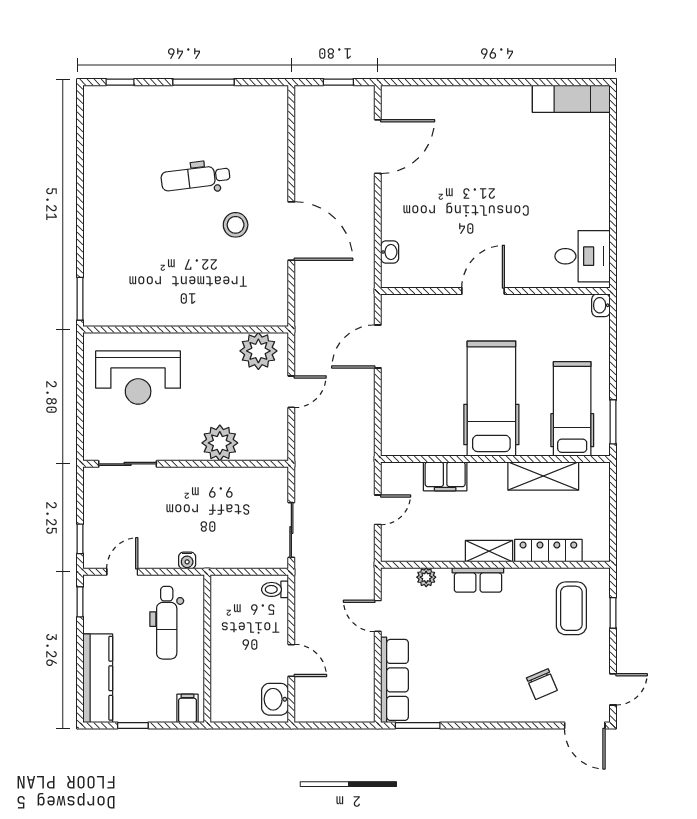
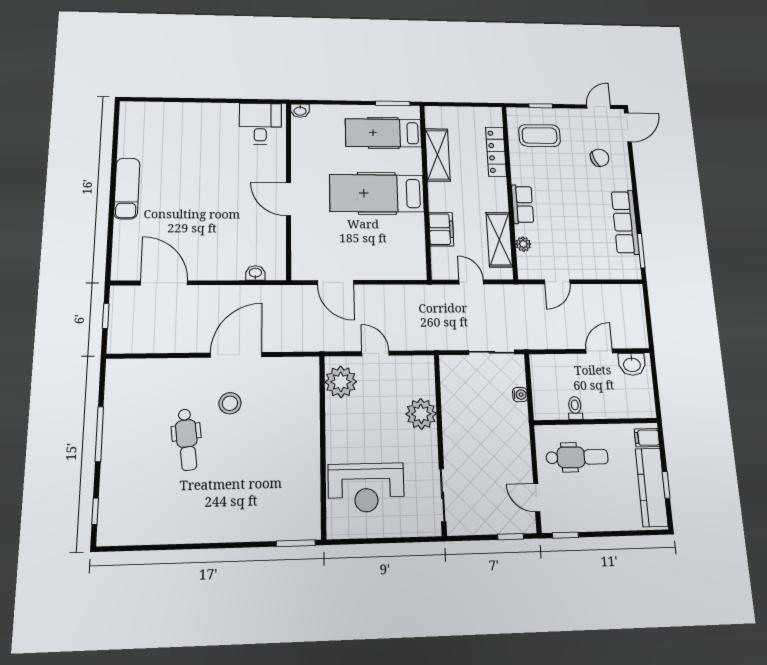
exam couch: (571, 99) -> (127, 188), moved
reception desk: (138, 378) -> (366, 488), turned 90
shelving: (489, 551) -> (499, 239), moved, width x1.50, depth x1.33
water cooler: (187, 560) -> (520, 395), moved
toilet: (275, 589) -> (575, 408), moved, turned 180
kitchen counter: (98, 678) -> (651, 487), moved, turned -90
row of seats: (394, 680) -> (625, 222), moved, turned -90
door: (613, 689) -> (599, 107), hinge flipped

